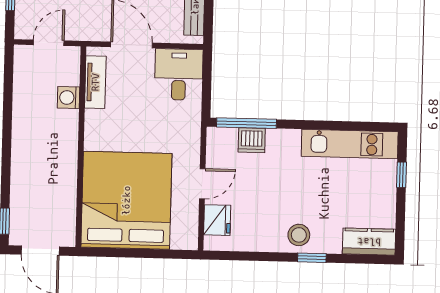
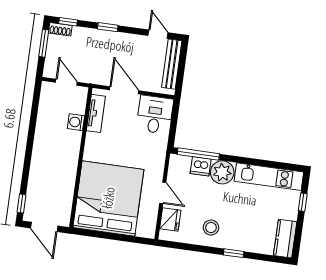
door: (49, 43) -> (66, 82), hinge flipped
plant: (283, 145) -> (222, 172), added
door: (202, 184) -> (163, 193), hinge flipped
stool: (299, 235) -> (211, 228), moved
kitchen counter: (369, 242) -> (285, 239), moved, turned -90

